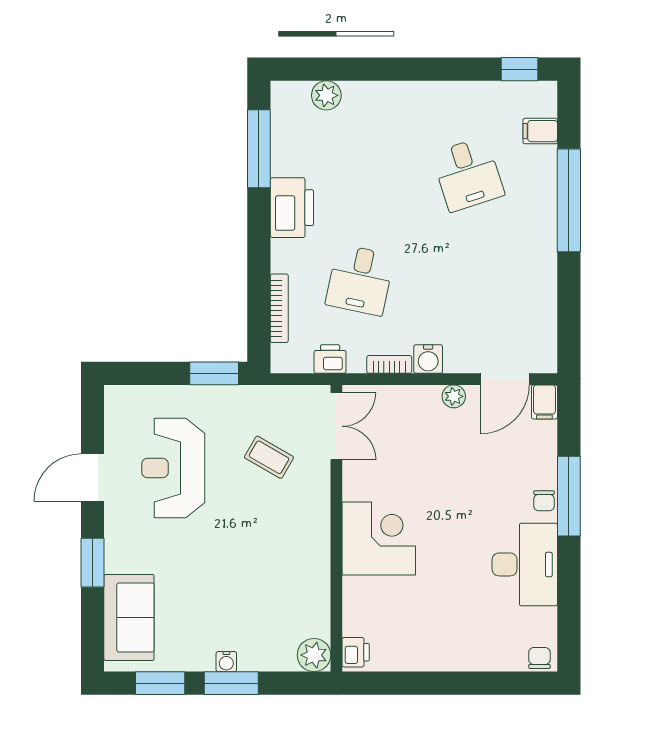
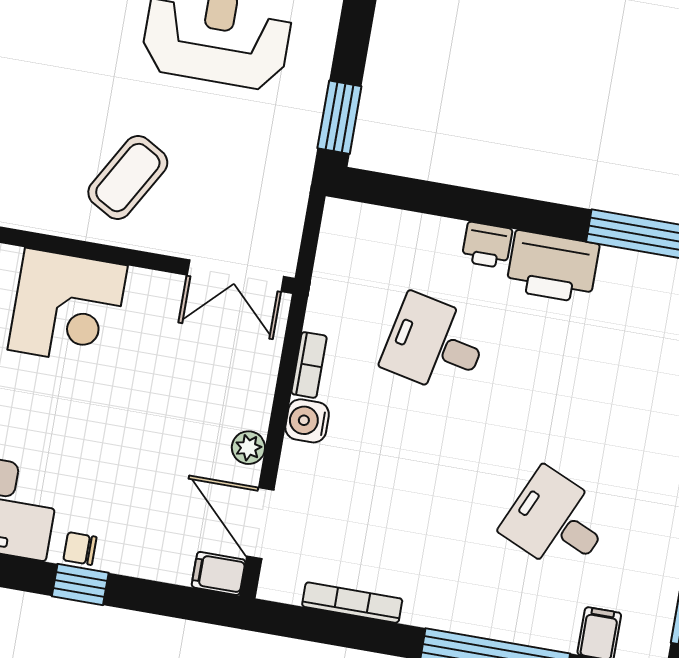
desk: (468, 174) -> (557, 522), turned 42
bookcase: (279, 308) -> (352, 603), moved, turned 180
printer: (330, 359) -> (487, 245), moved, turned 90
coffee table: (269, 457) -> (128, 178), moved, width x1.36, depth x1.30
window: (569, 496) -> (80, 584), width x0.46

